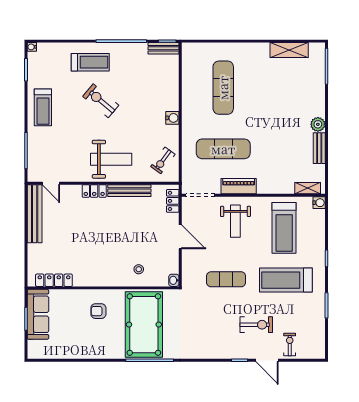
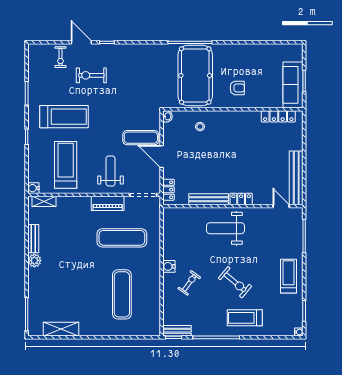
exercise bike: (163, 160) -> (189, 283), moved
exercise mat: (226, 279) -> (141, 138), moved

